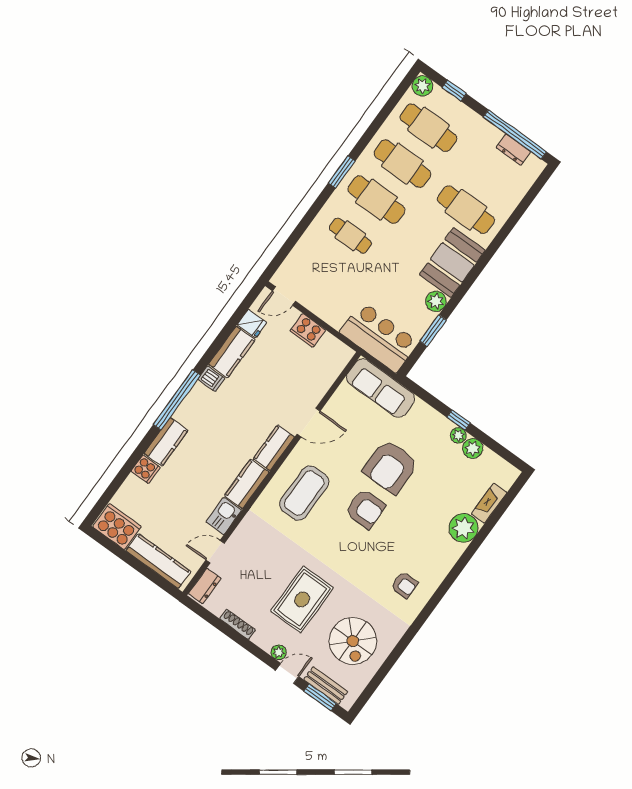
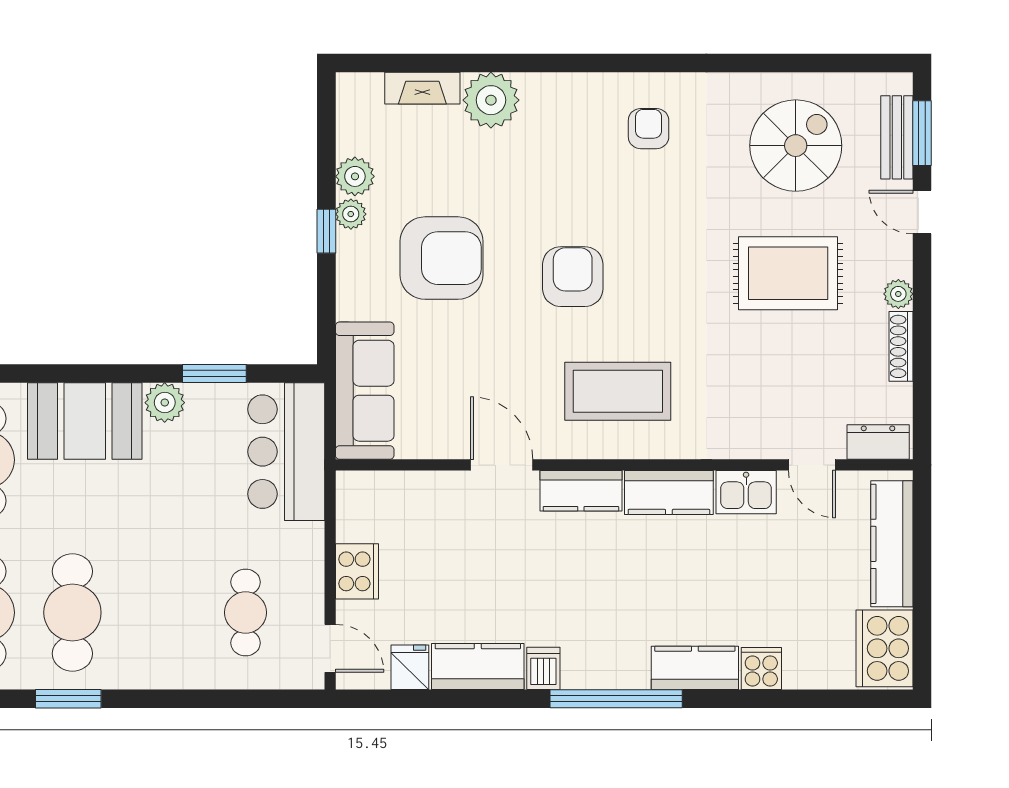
cafe table: (350, 236) -> (246, 613), moved
armchair: (391, 467) -> (441, 258), moved
plant: (279, 652) -> (898, 294), moved

